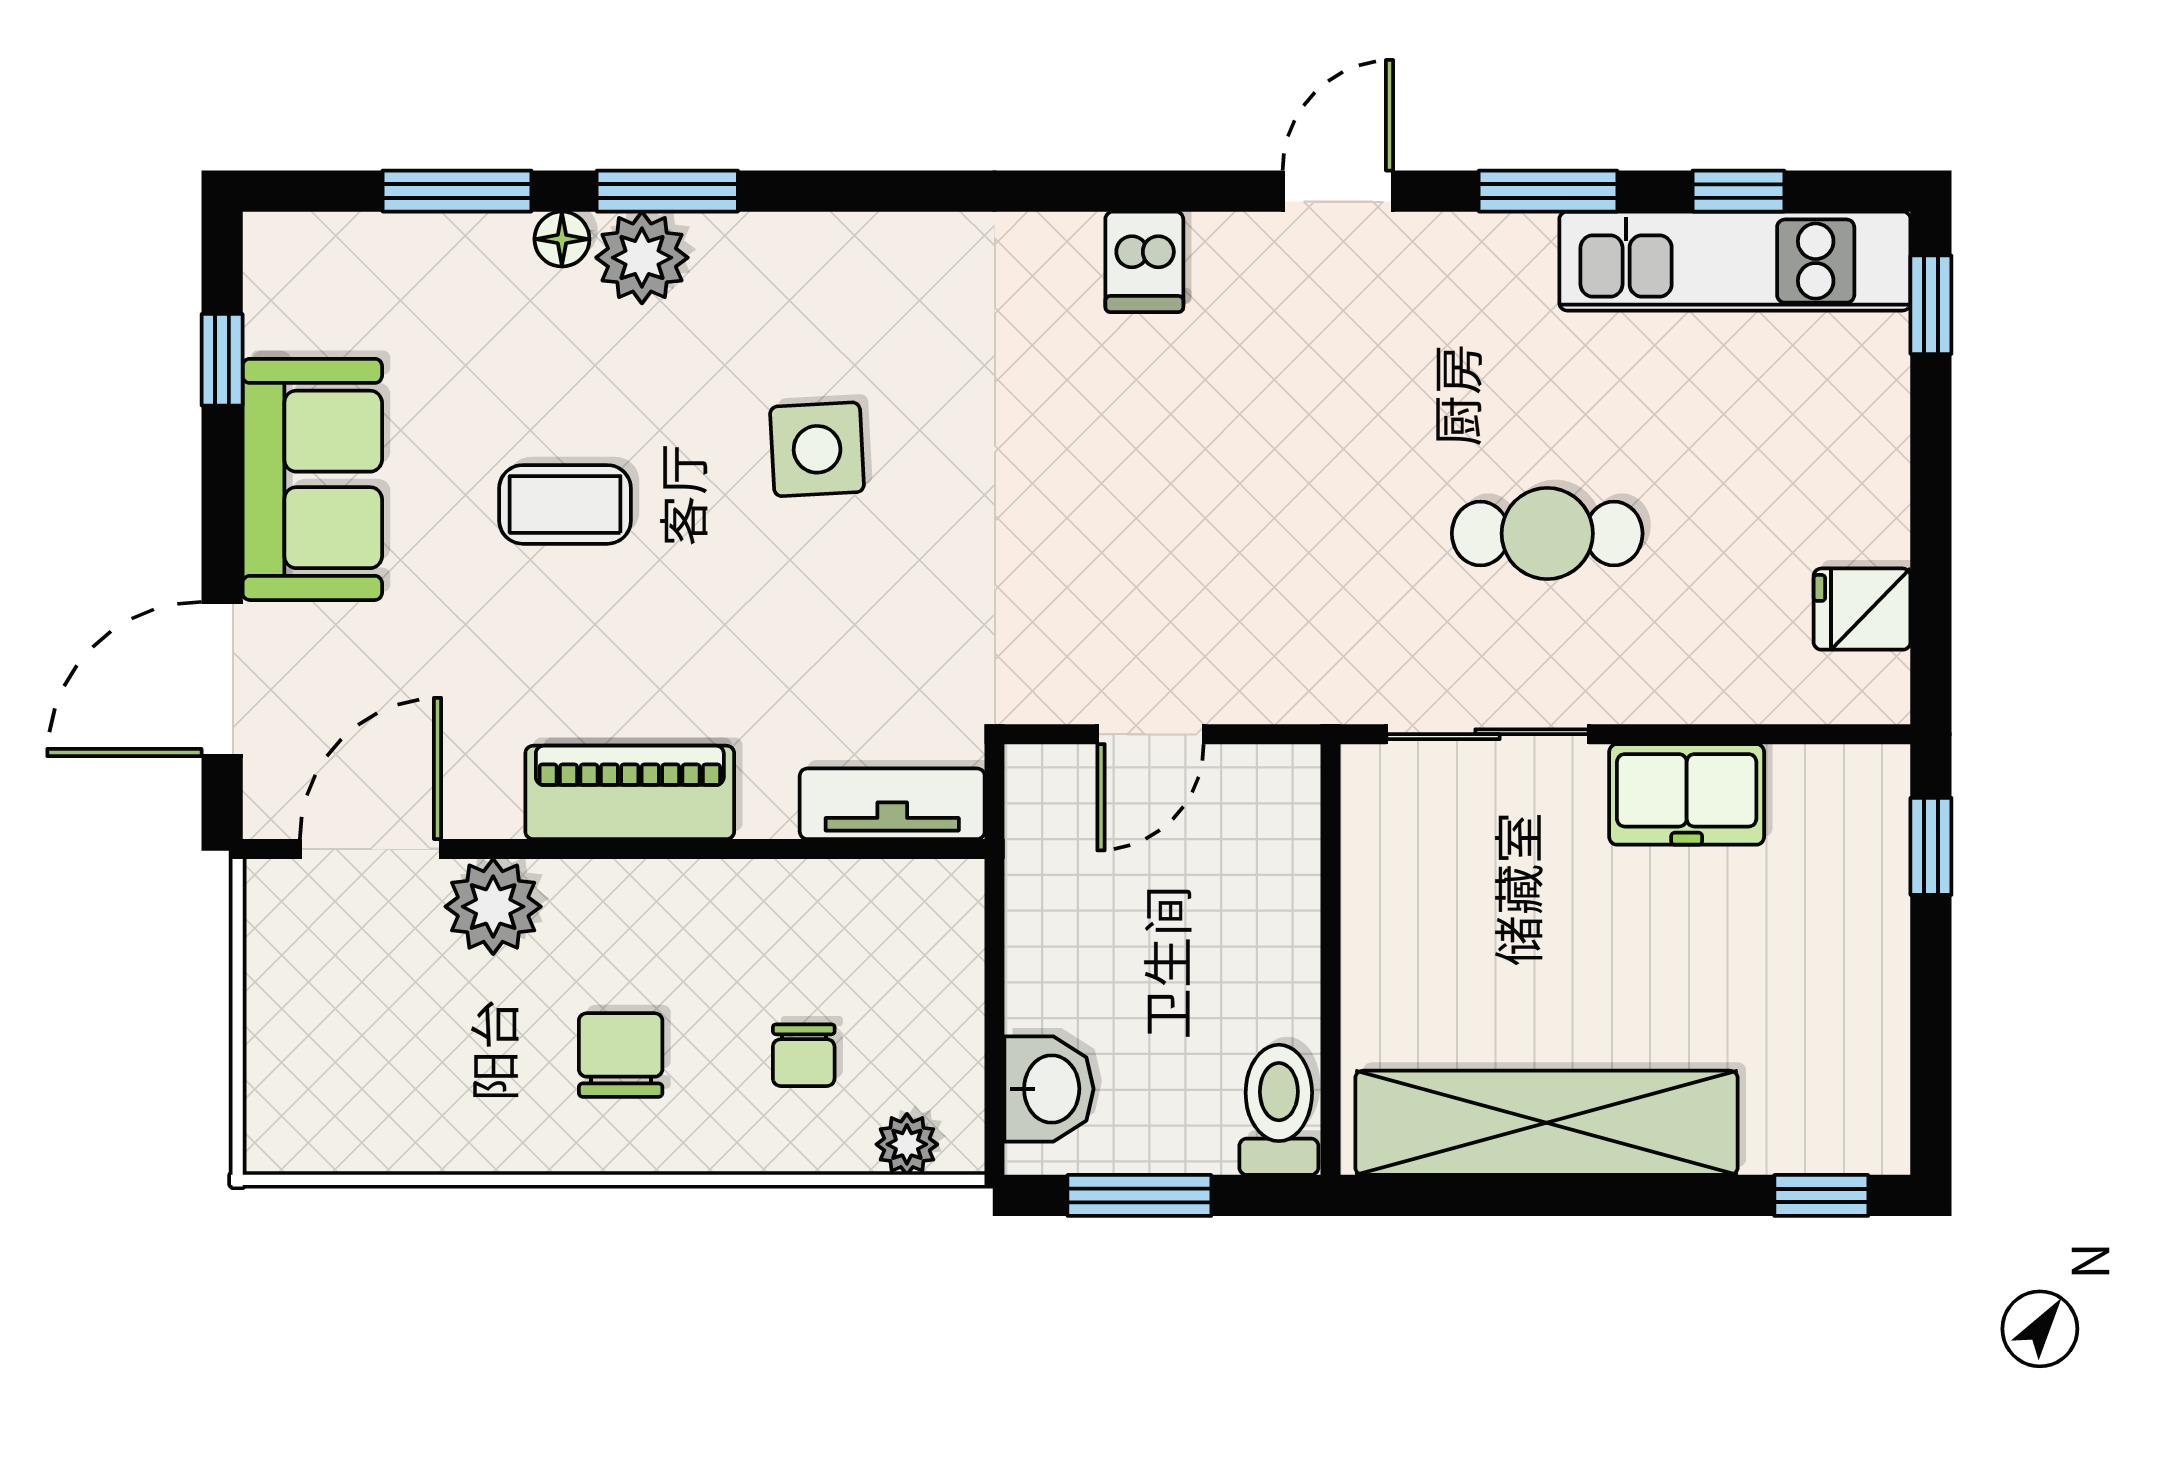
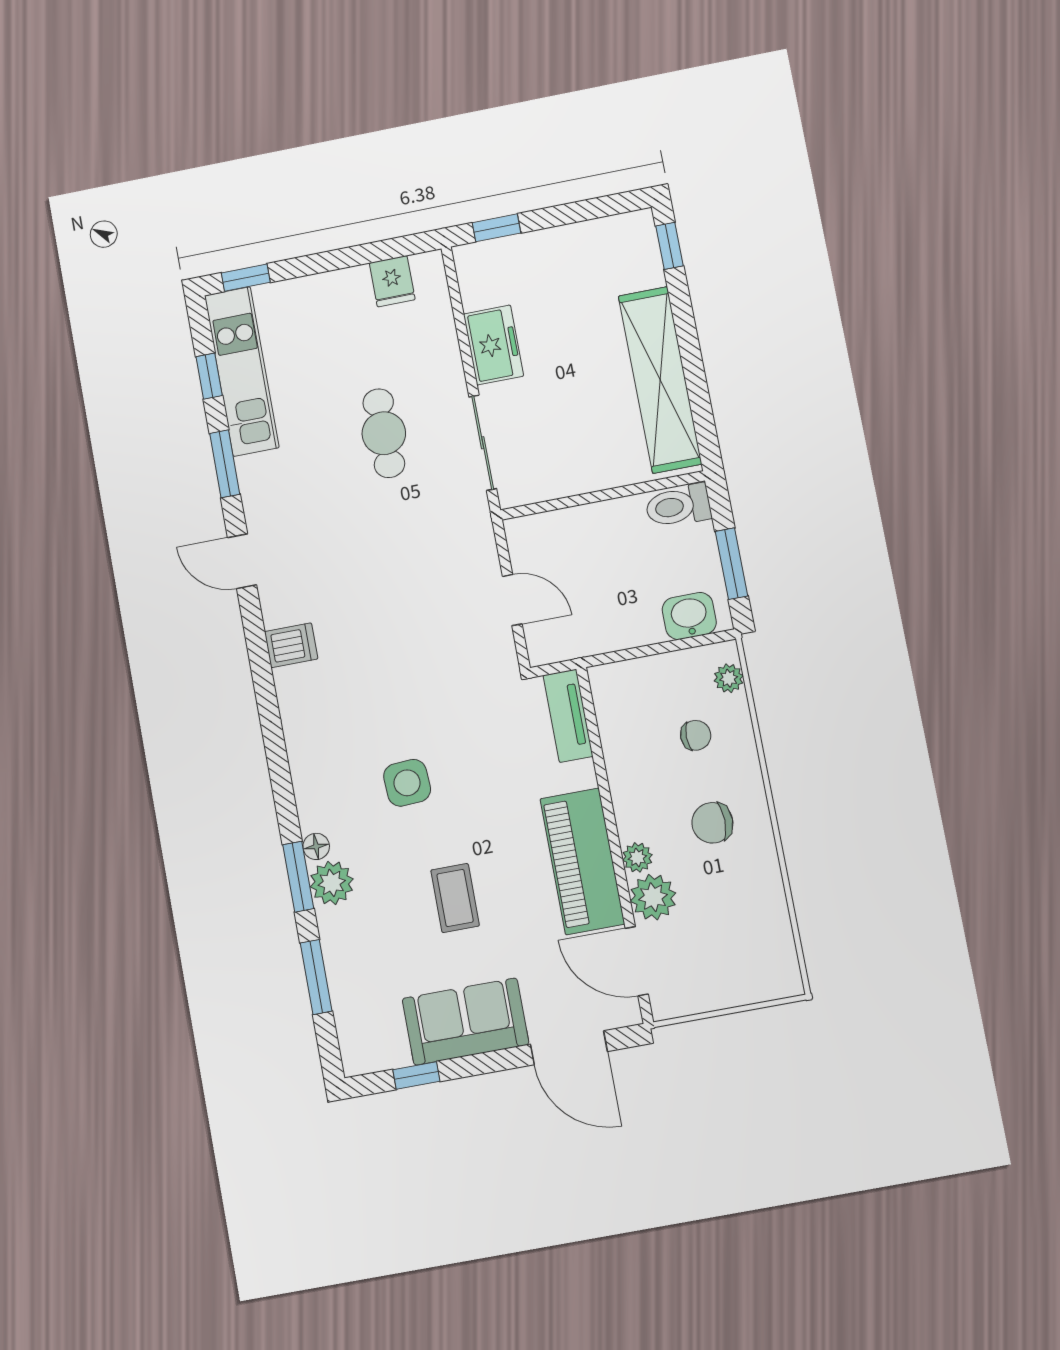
floor lamp: (562, 239) -> (316, 846), moved
piano: (630, 792) -> (582, 861), width x1.37, depth x1.33
plant: (579, 890) -> (637, 857), added

